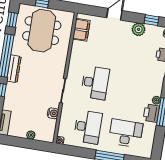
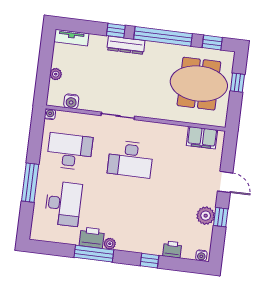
window: (151, 20) -> (221, 217), moved
dresser: (14, 69) -> (126, 45), moved
water cooler: (53, 113) -> (71, 101), moved
desk: (88, 127) -> (70, 152), turned 180

